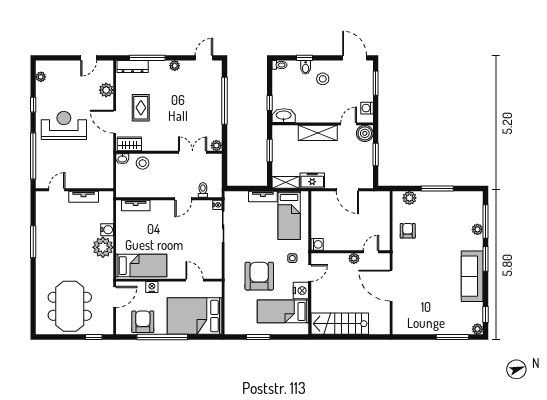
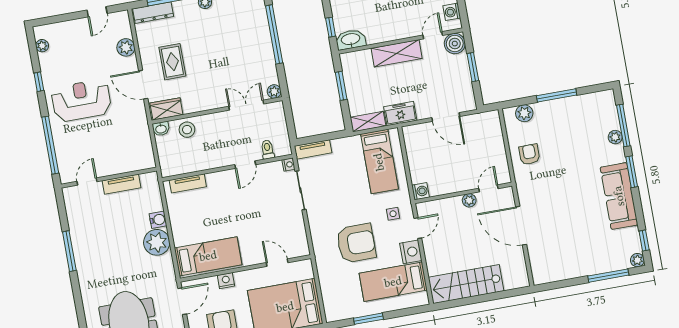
tv unit: (263, 196) -> (313, 149), moved
armchair: (259, 276) -> (356, 243), turned 90

